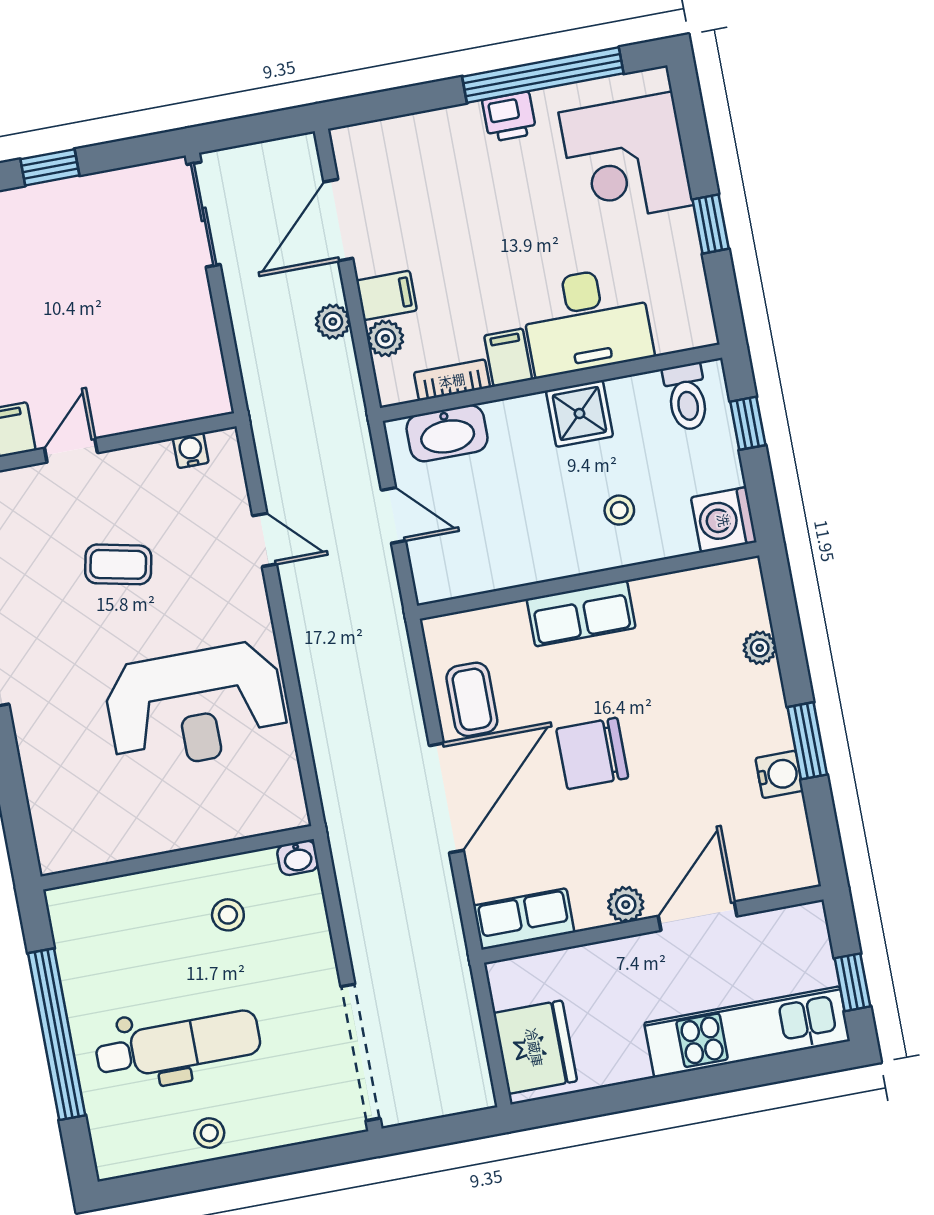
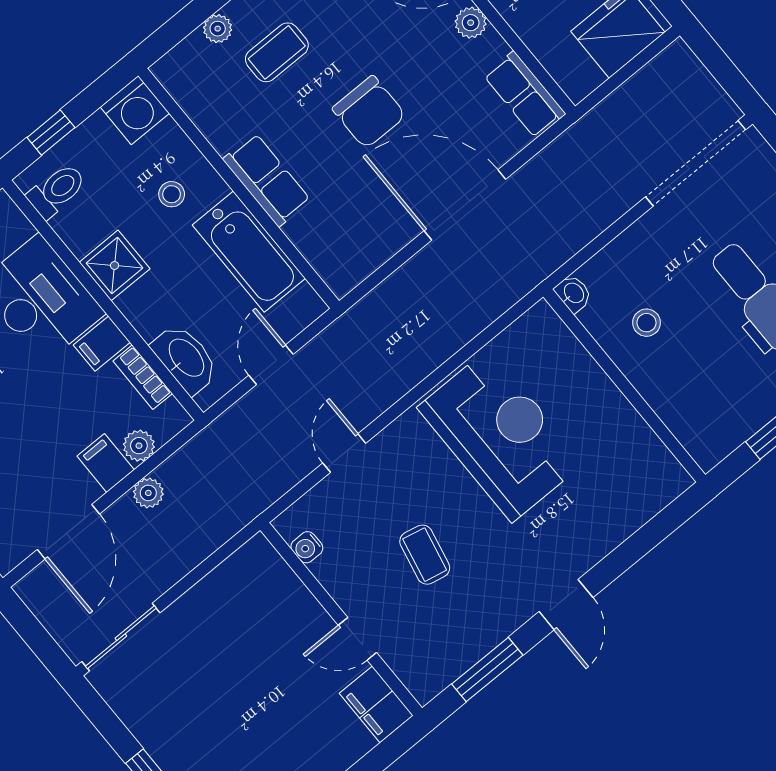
door: (338, 220) -> (68, 532), hinge flipped
bathtub: (519, 556) -> (249, 252), added
coffee table: (472, 699) -> (277, 52), moved

